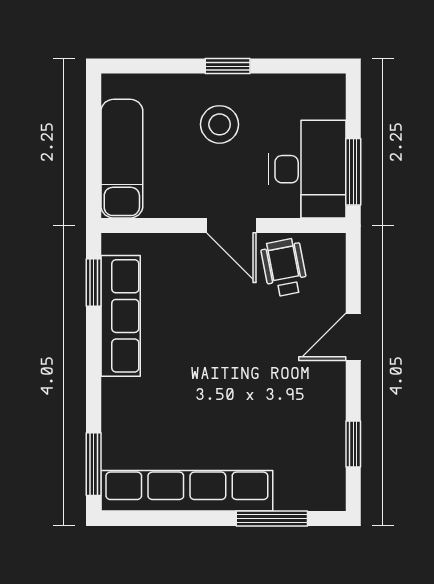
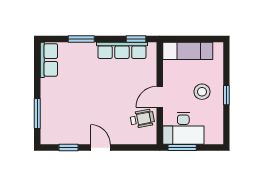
door: (353, 337) -> (100, 148), moved
window: (94, 464) -> (81, 39), moved
row of seats: (187, 491) -> (49, 60), width x0.50

